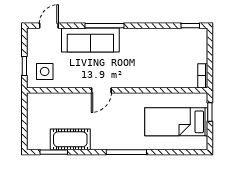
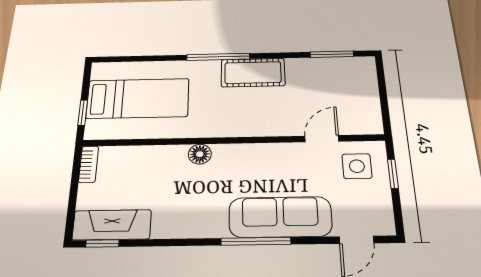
fireplace: (186, 37) -> (112, 225), added
floor lamp: (137, 81) -> (200, 154), added
door: (101, 90) -> (322, 139), moved
cot: (70, 139) -> (253, 73), moved

